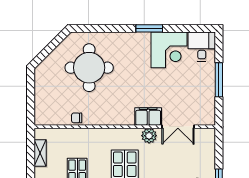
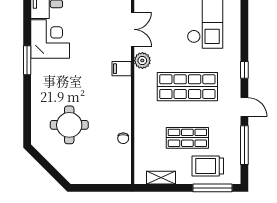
round table: (89, 68) -> (69, 125), width x0.73, depth x0.73
filing cabinet: (148, 116) -> (122, 69), width x0.50

